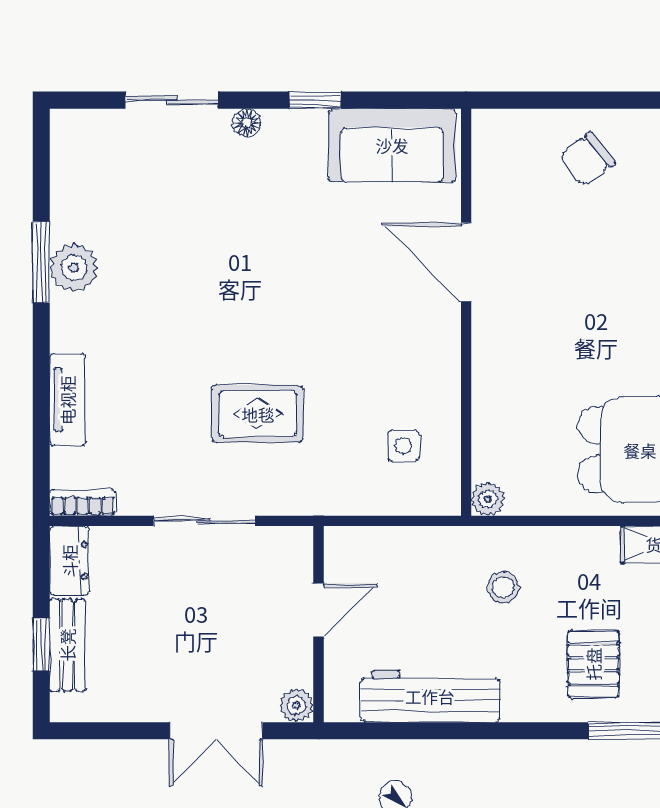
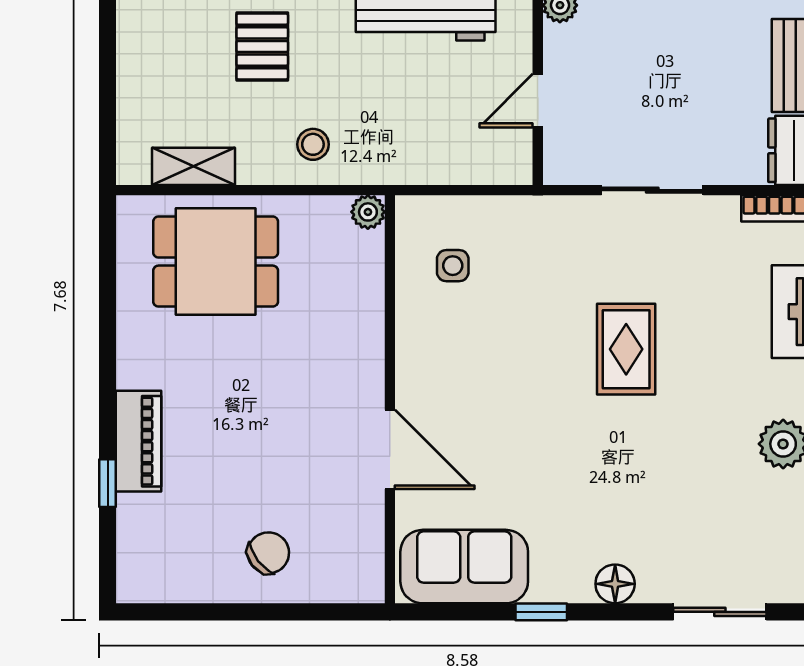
sliding door: (172, 100) -> (720, 612), moved
floor lamp: (247, 123) -> (615, 584), width x1.37, depth x1.37
rug: (258, 414) -> (626, 349), moved, turned 90
stool: (503, 587) -> (313, 144), moved

